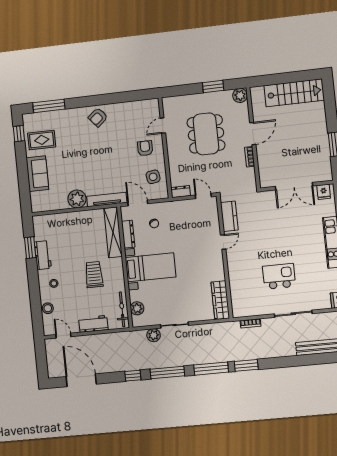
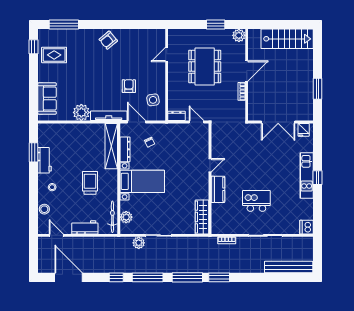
armchair: (145, 148) -> (129, 86), moved
sofa: (37, 174) -> (47, 99), moved
kitchen counter: (229, 216) -> (218, 189), moved

